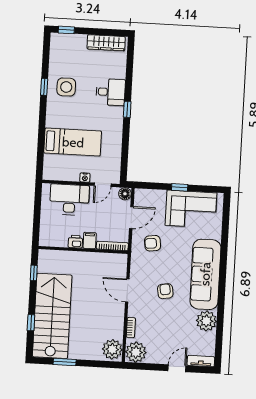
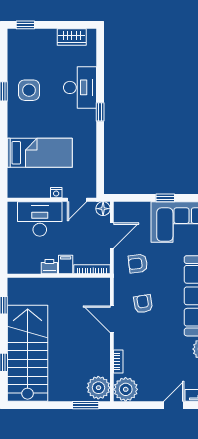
wardrobe: (106, 43) -> (72, 37), width x0.67
desk: (111, 92) -> (80, 87), width x1.37
armchair: (165, 291) -> (143, 304), moved
window: (65, 362) -> (86, 405), moved

